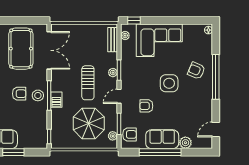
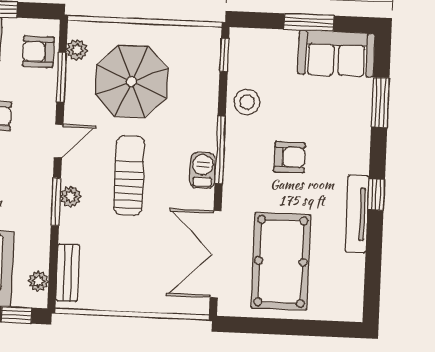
armchair: (19, 94) -> (289, 157), turned 180
stool: (38, 95) -> (247, 102), moved
barbecue: (56, 100) -> (203, 170), moved

